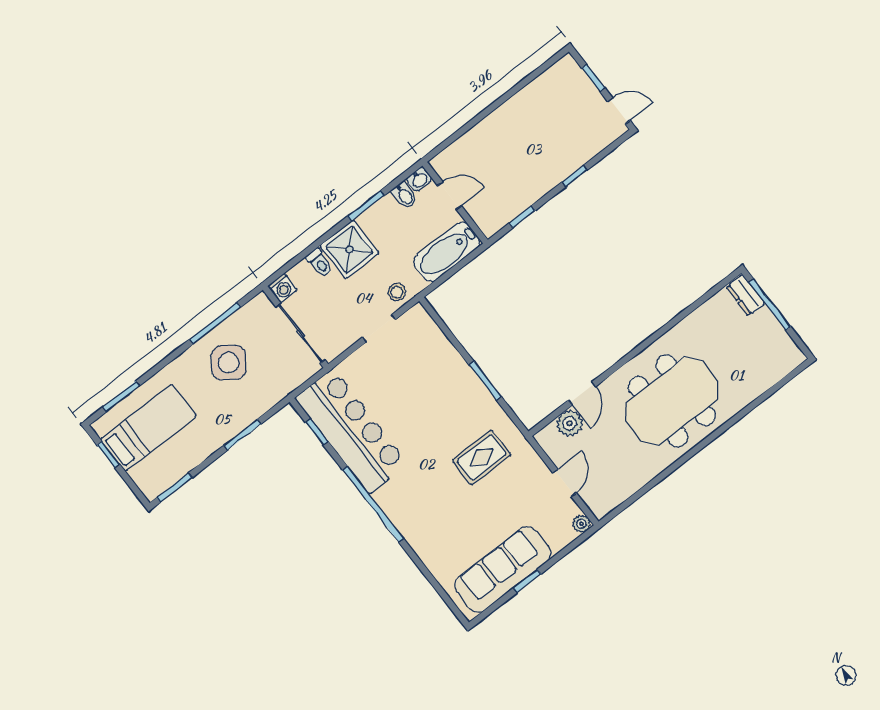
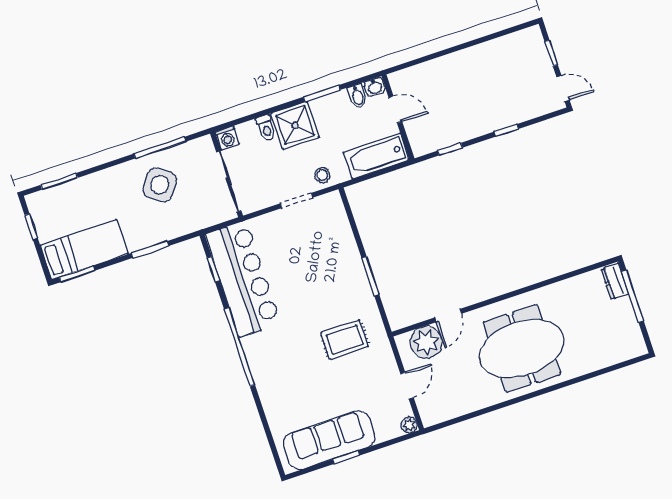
plant: (570, 423) -> (426, 342), width x1.36, depth x1.36
bed: (148, 428) -> (84, 250), moved

